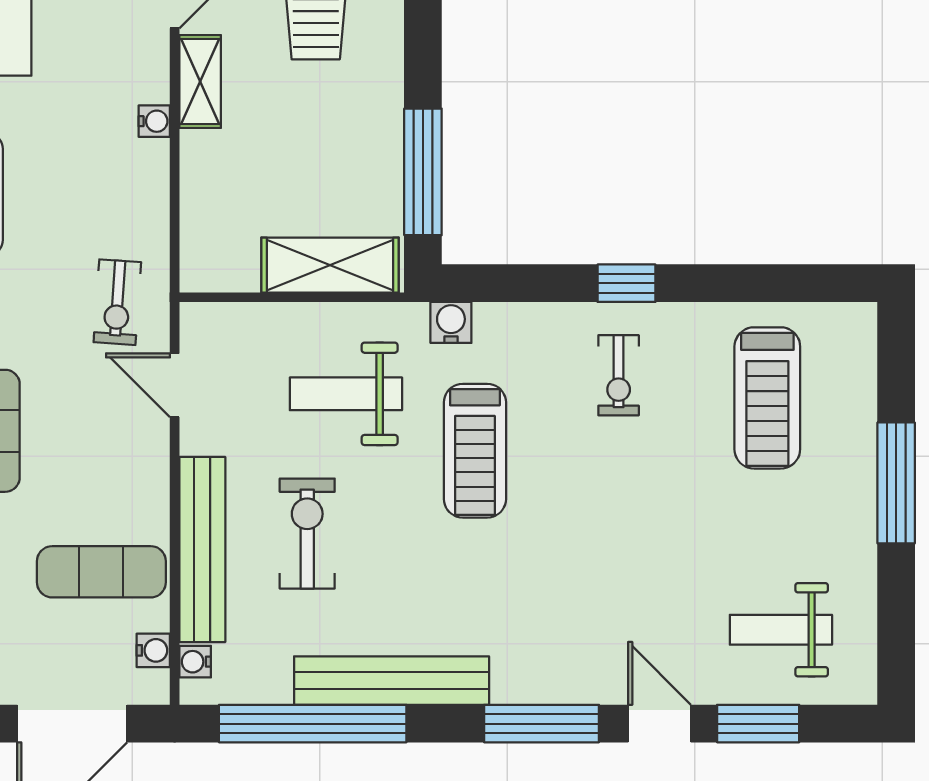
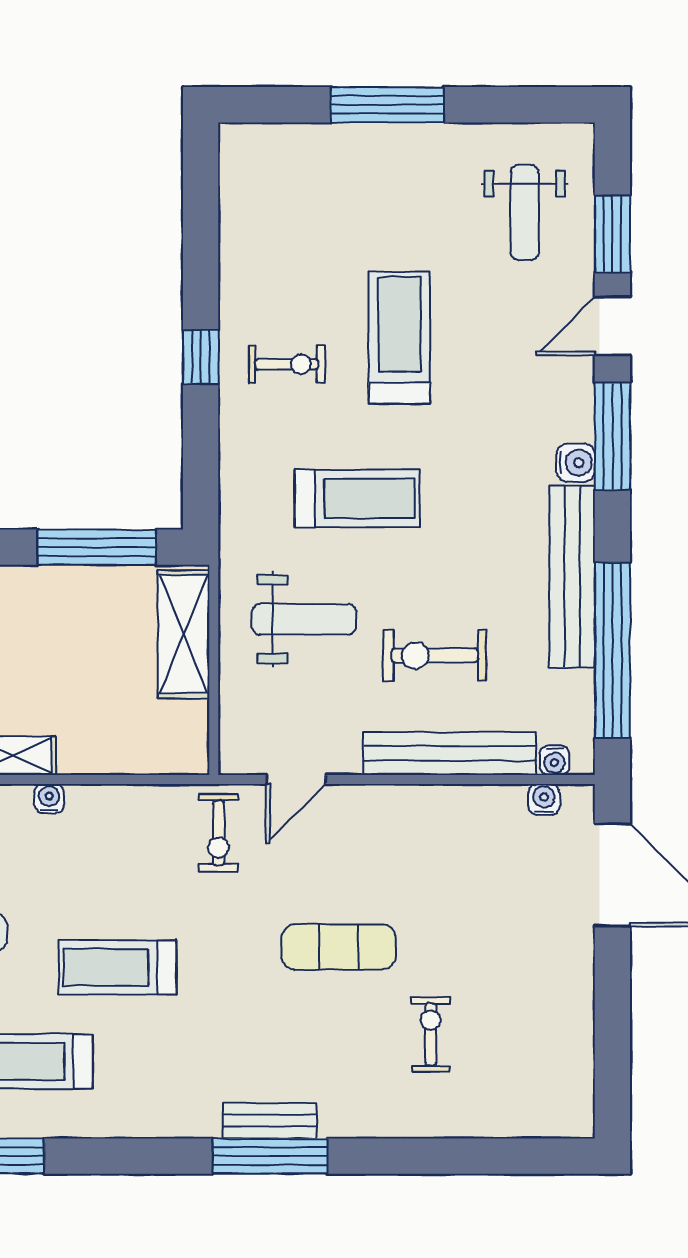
exercise bike: (117, 302) -> (218, 833), turned 86
water cooler: (451, 322) -> (576, 463), moved, turned 180
weight bench: (346, 394) -> (304, 619), turned -90
treadmill: (767, 398) -> (399, 338), moved, turned -90
exercise mat: (101, 572) -> (470, 848), removed

